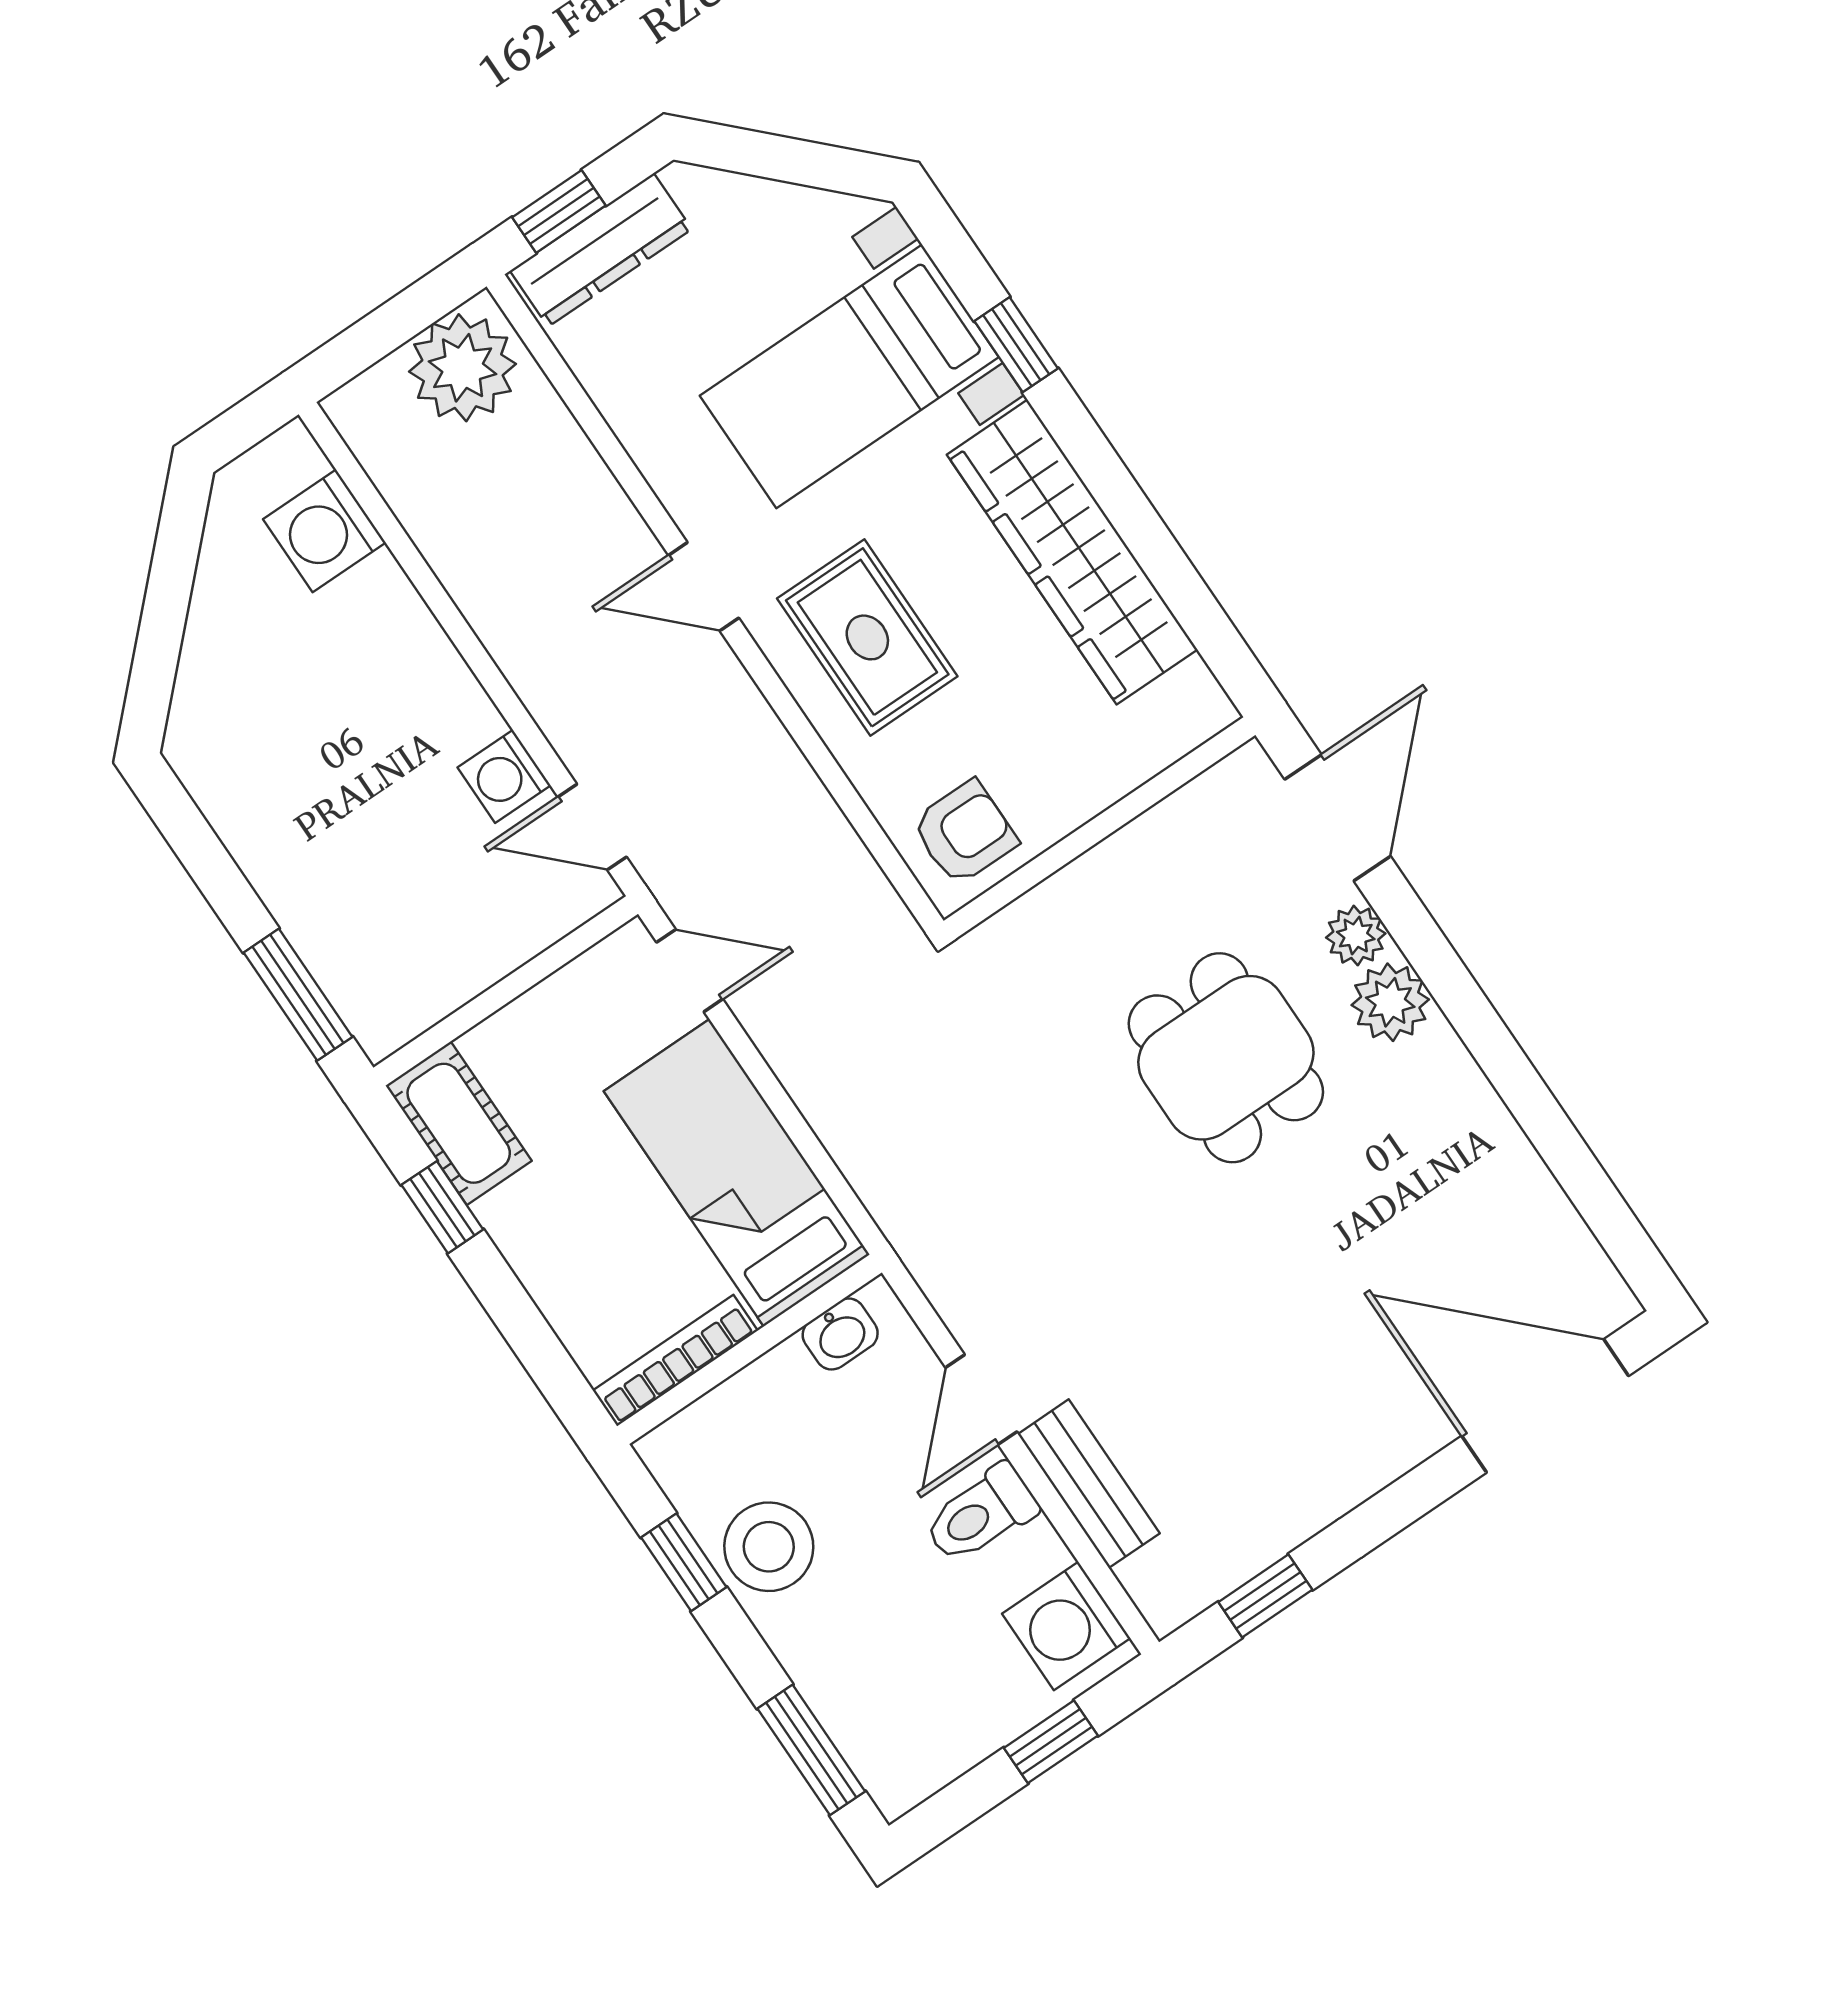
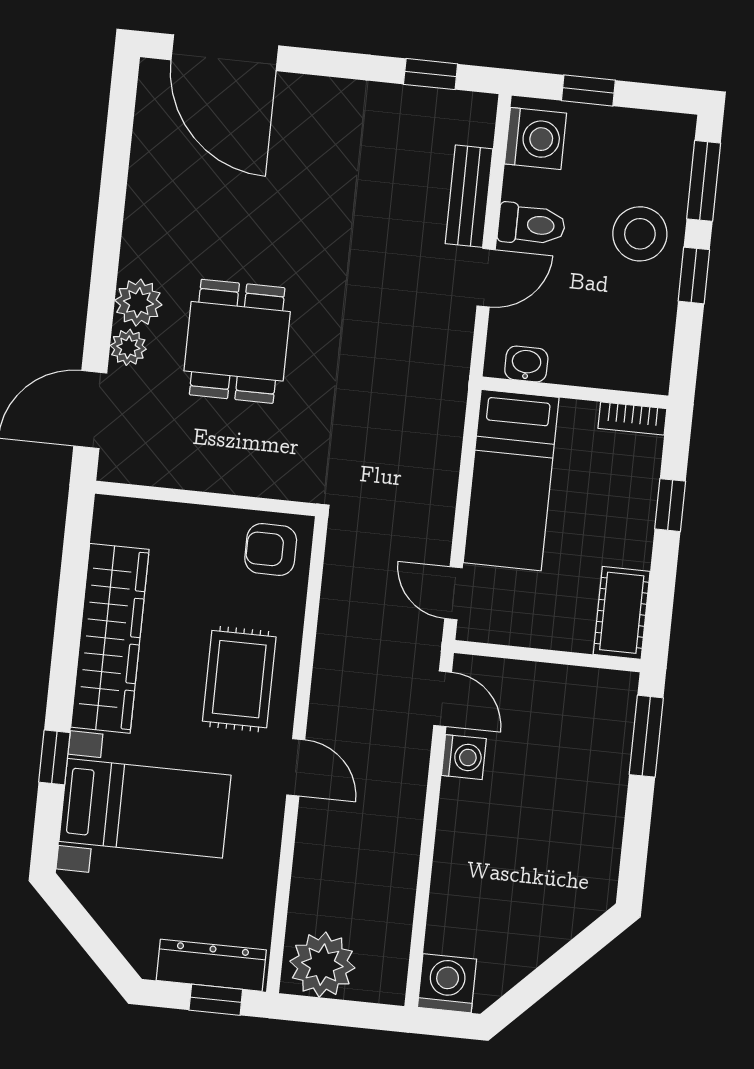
washing machine: (324, 531) -> (447, 983), moved, turned -90
window: (442, 1207) -> (670, 505), moved
bookcase: (675, 1361) -> (632, 418), width x0.64
stool: (769, 1547) -> (640, 234), moved
window: (684, 1562) -> (694, 275), moved

